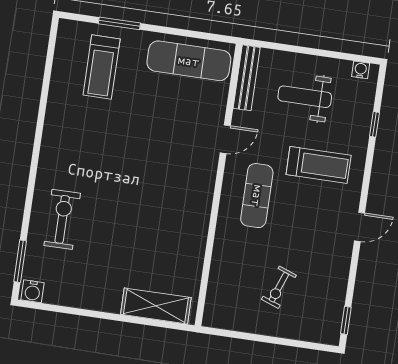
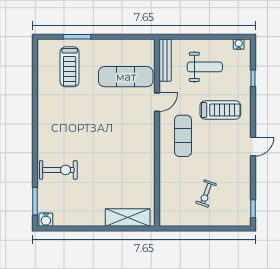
exercise mat: (189, 61) -> (126, 77), moved
weight bench: (305, 97) -> (205, 67), turned 180
exercise bike: (62, 219) -> (58, 170), turned 90

